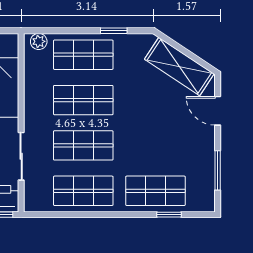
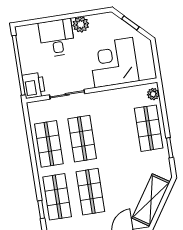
shop shelf: (83, 100) -> (90, 192), moved

